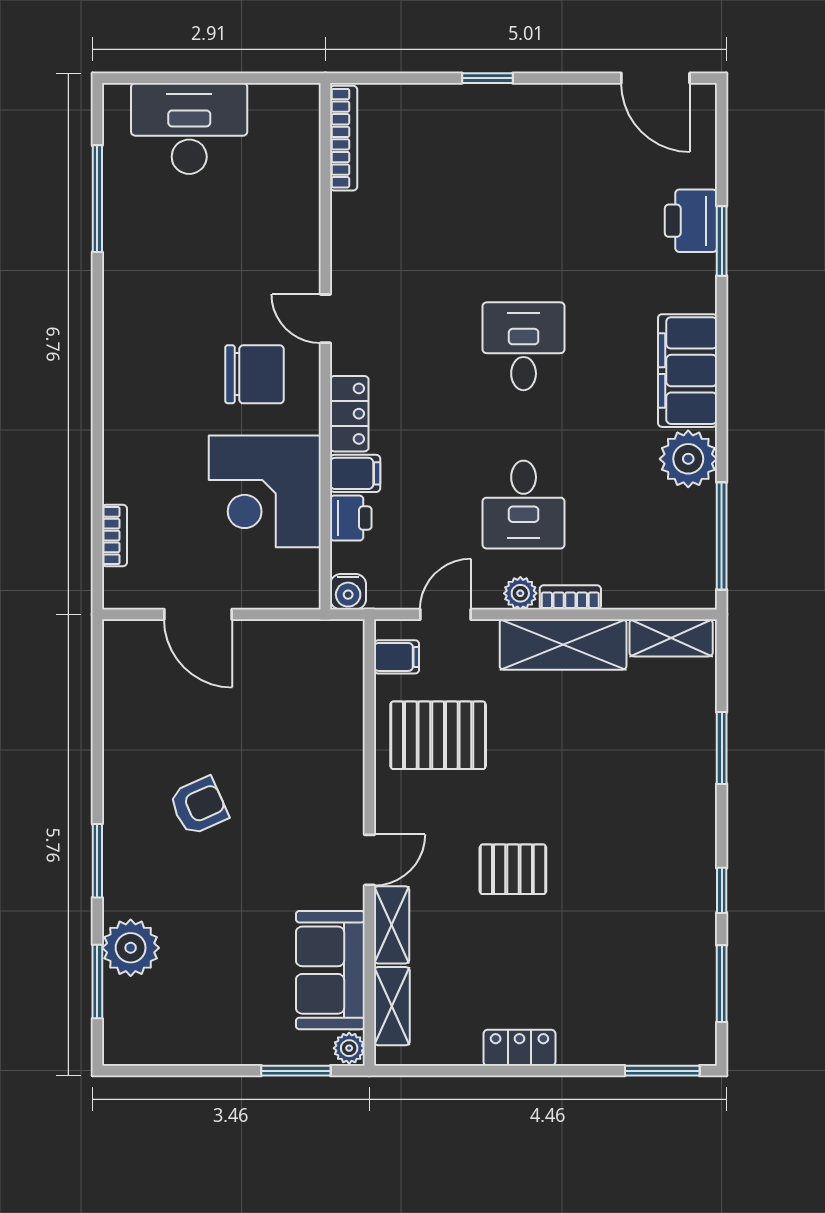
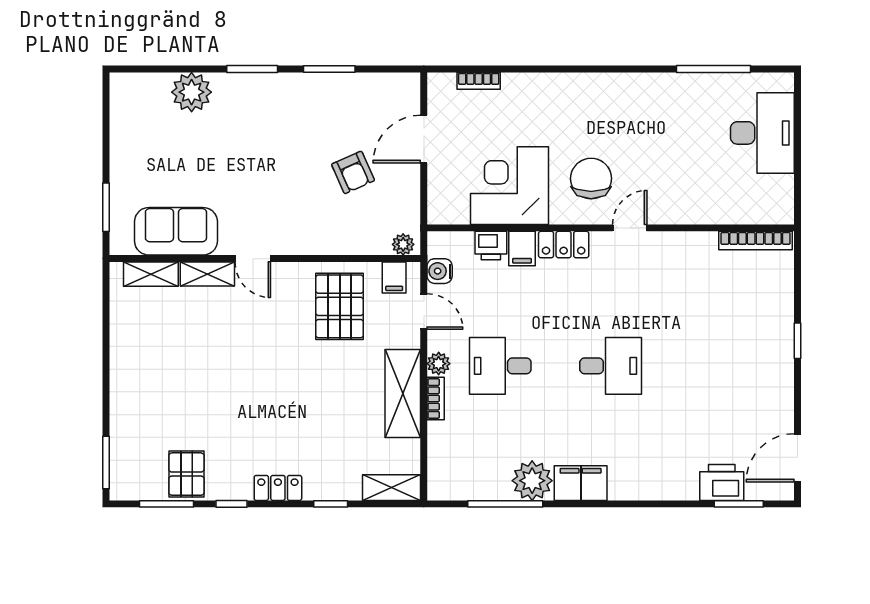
printer: (691, 221) -> (722, 482), moved
window: (722, 241) -> (739, 504), moved
filing cabinet: (688, 371) -> (581, 483), width x0.67, depth x0.86
chair: (255, 374) -> (591, 178), turned 180
window: (722, 536) -> (505, 504), moved
water cooler: (348, 592) -> (440, 271), moved
shelving: (671, 638) -> (392, 488), moved, turned 90
window: (722, 748) -> (331, 504), width x0.67
armchair: (199, 806) -> (353, 172), moved
pallet: (513, 869) -> (186, 474), moved
window: (97, 982) -> (329, 69), moved
plant: (349, 1048) -> (403, 244), moved
locker: (519, 1048) -> (278, 488), moved, turned -90

